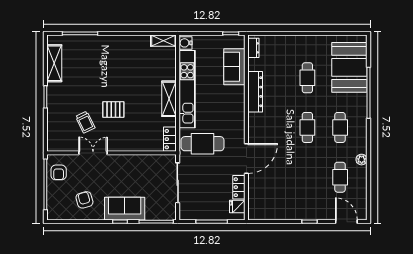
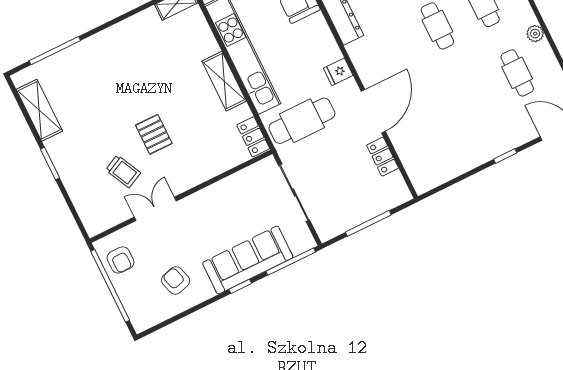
pallet: (113, 110) -> (154, 134), turned 90
fridge: (237, 206) -> (338, 72), moved
sofa: (125, 209) -> (248, 260), width x1.36

